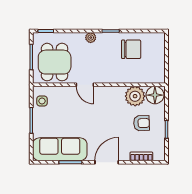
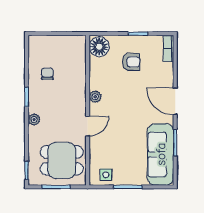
chair: (131, 49) -> (47, 74), width x0.54, depth x0.54
plant: (135, 96) -> (95, 97), moved, width x0.53, depth x0.53
armchair: (142, 123) -> (131, 62), turned 92
bookcase: (141, 156) -> (168, 49), moved

